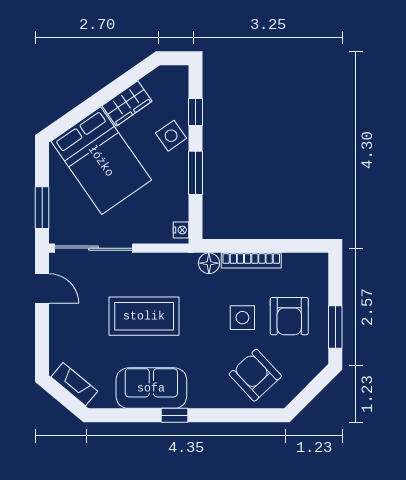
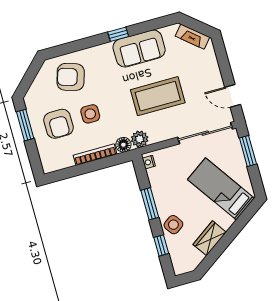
bed: (101, 161) -> (221, 189), width x0.67
plant: (185, 265) -> (140, 139), added
armchair: (289, 316) -> (59, 124), turned 180
armchair: (255, 375) -> (71, 77), turned 150

